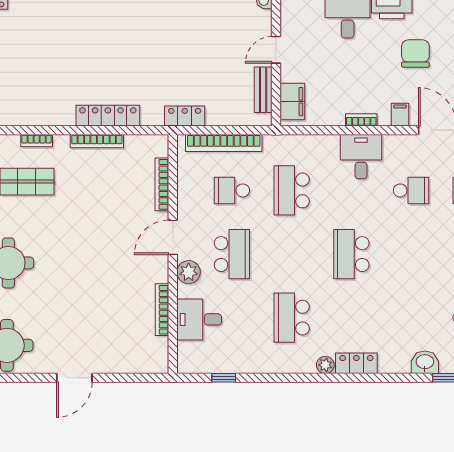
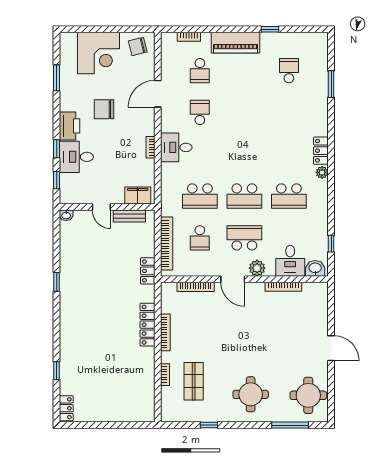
filing cabinet: (400, 115) -> (147, 120), removed
school desk: (351, 254) -> (244, 196), moved
washbasin: (425, 362) -> (315, 268), moved, turned 90

